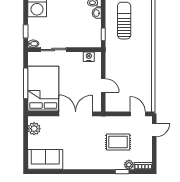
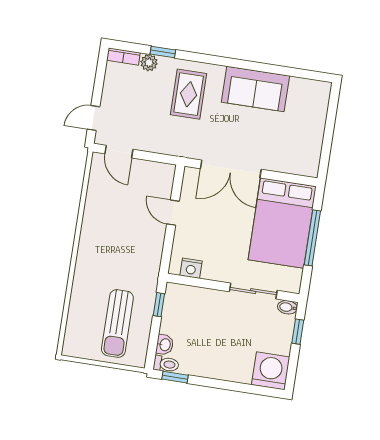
plant: (34, 129) -> (310, 154), removed
rug: (118, 142) -> (189, 94), moved, turned 90
sofa: (45, 159) -> (255, 89), moved

